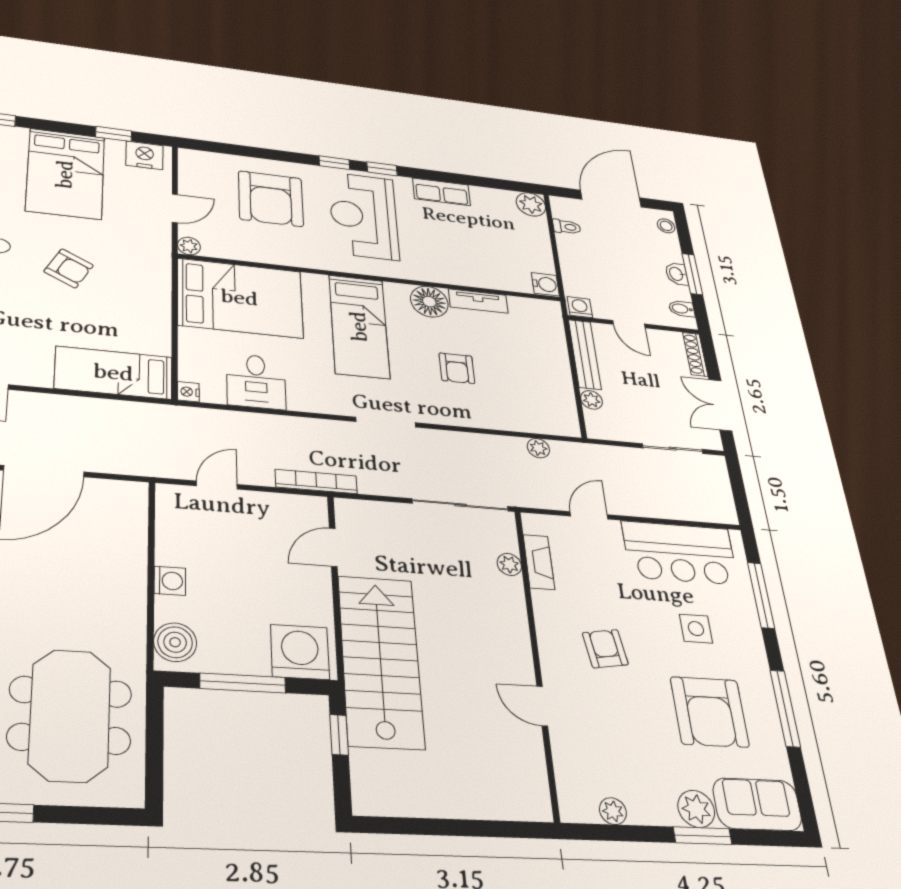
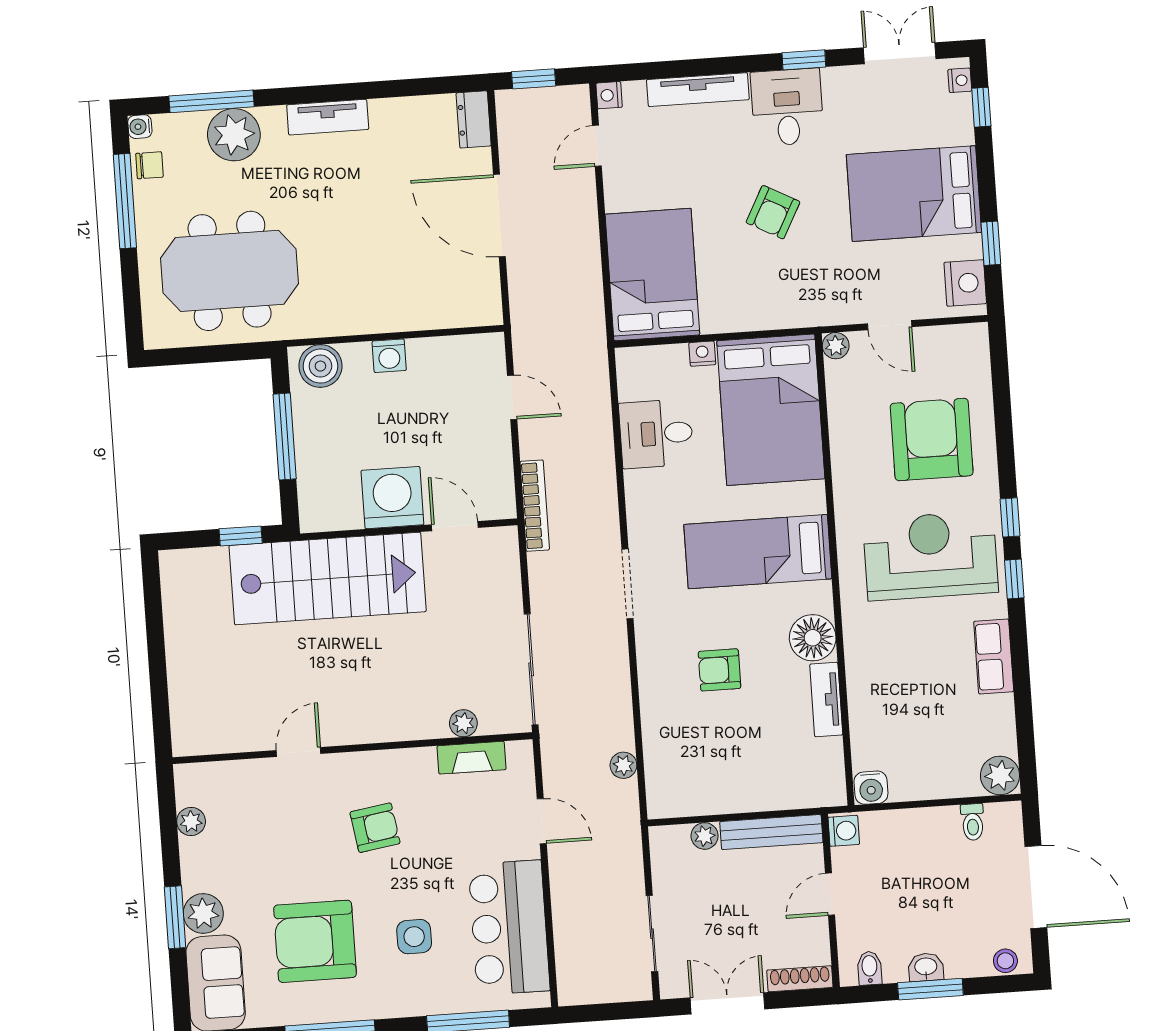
armchair: (271, 199) -> (932, 439), turned 90
bed: (114, 373) -> (652, 275), width x1.50
nightstand: (188, 392) -> (702, 354), moved
washing machine: (300, 652) -> (392, 498), moved, turned -90

